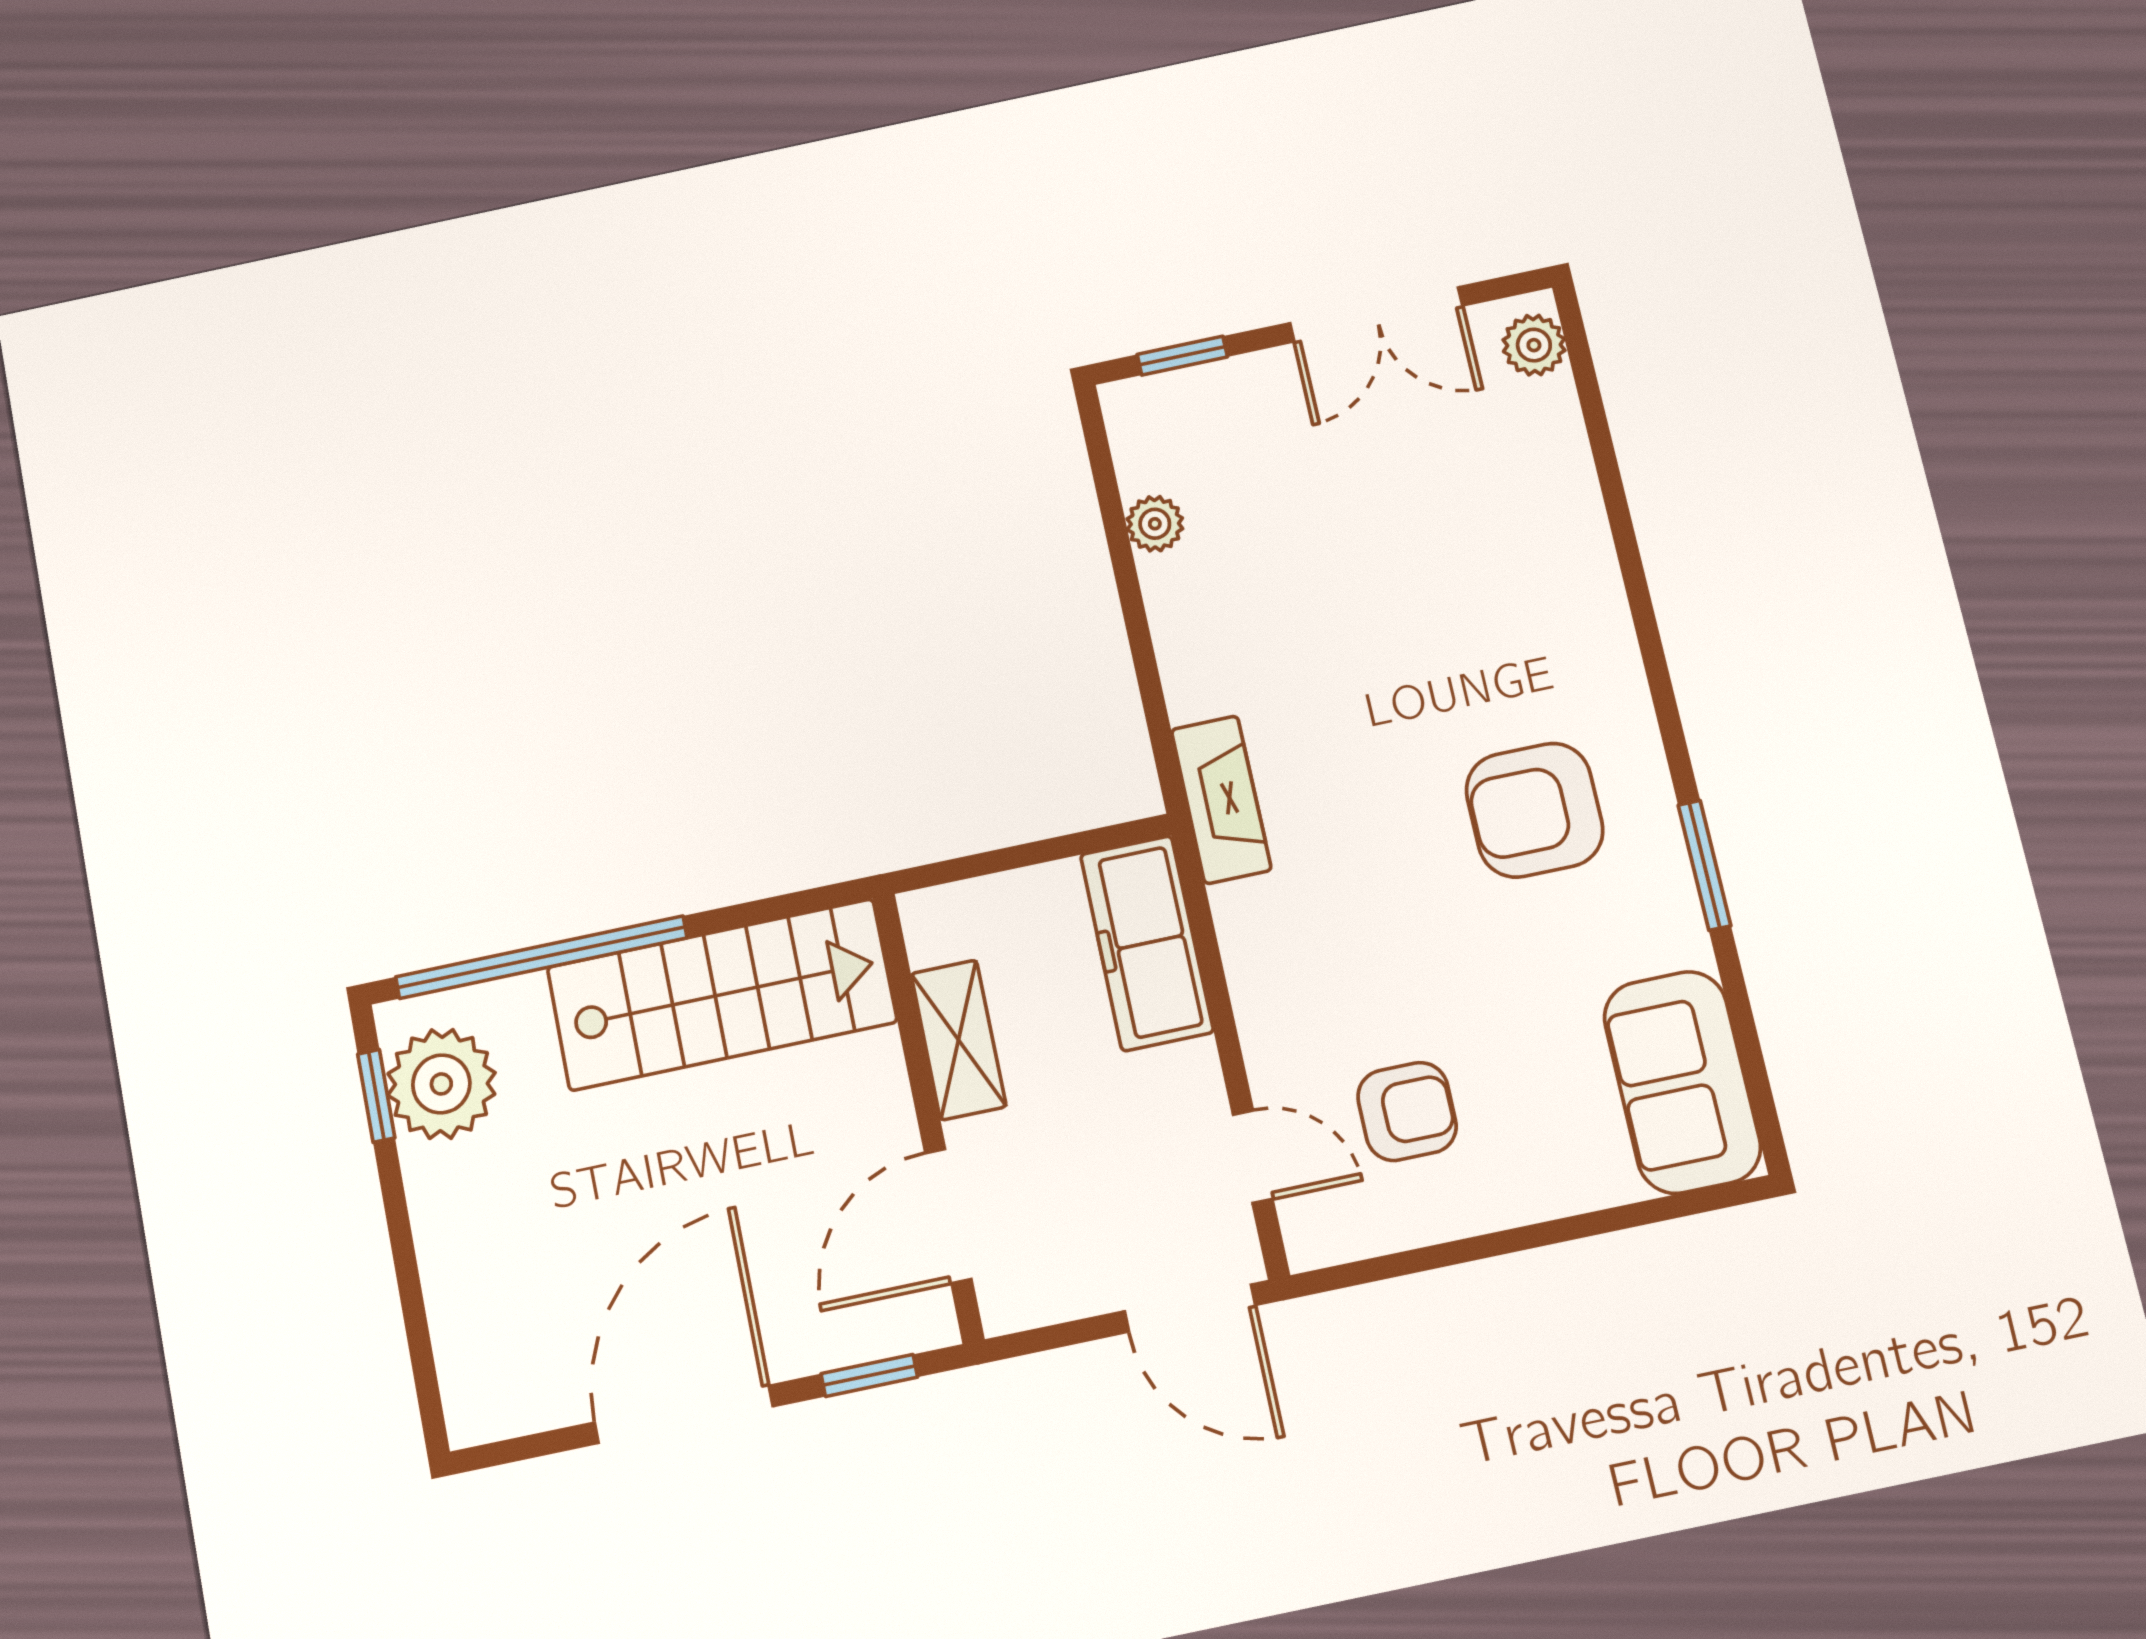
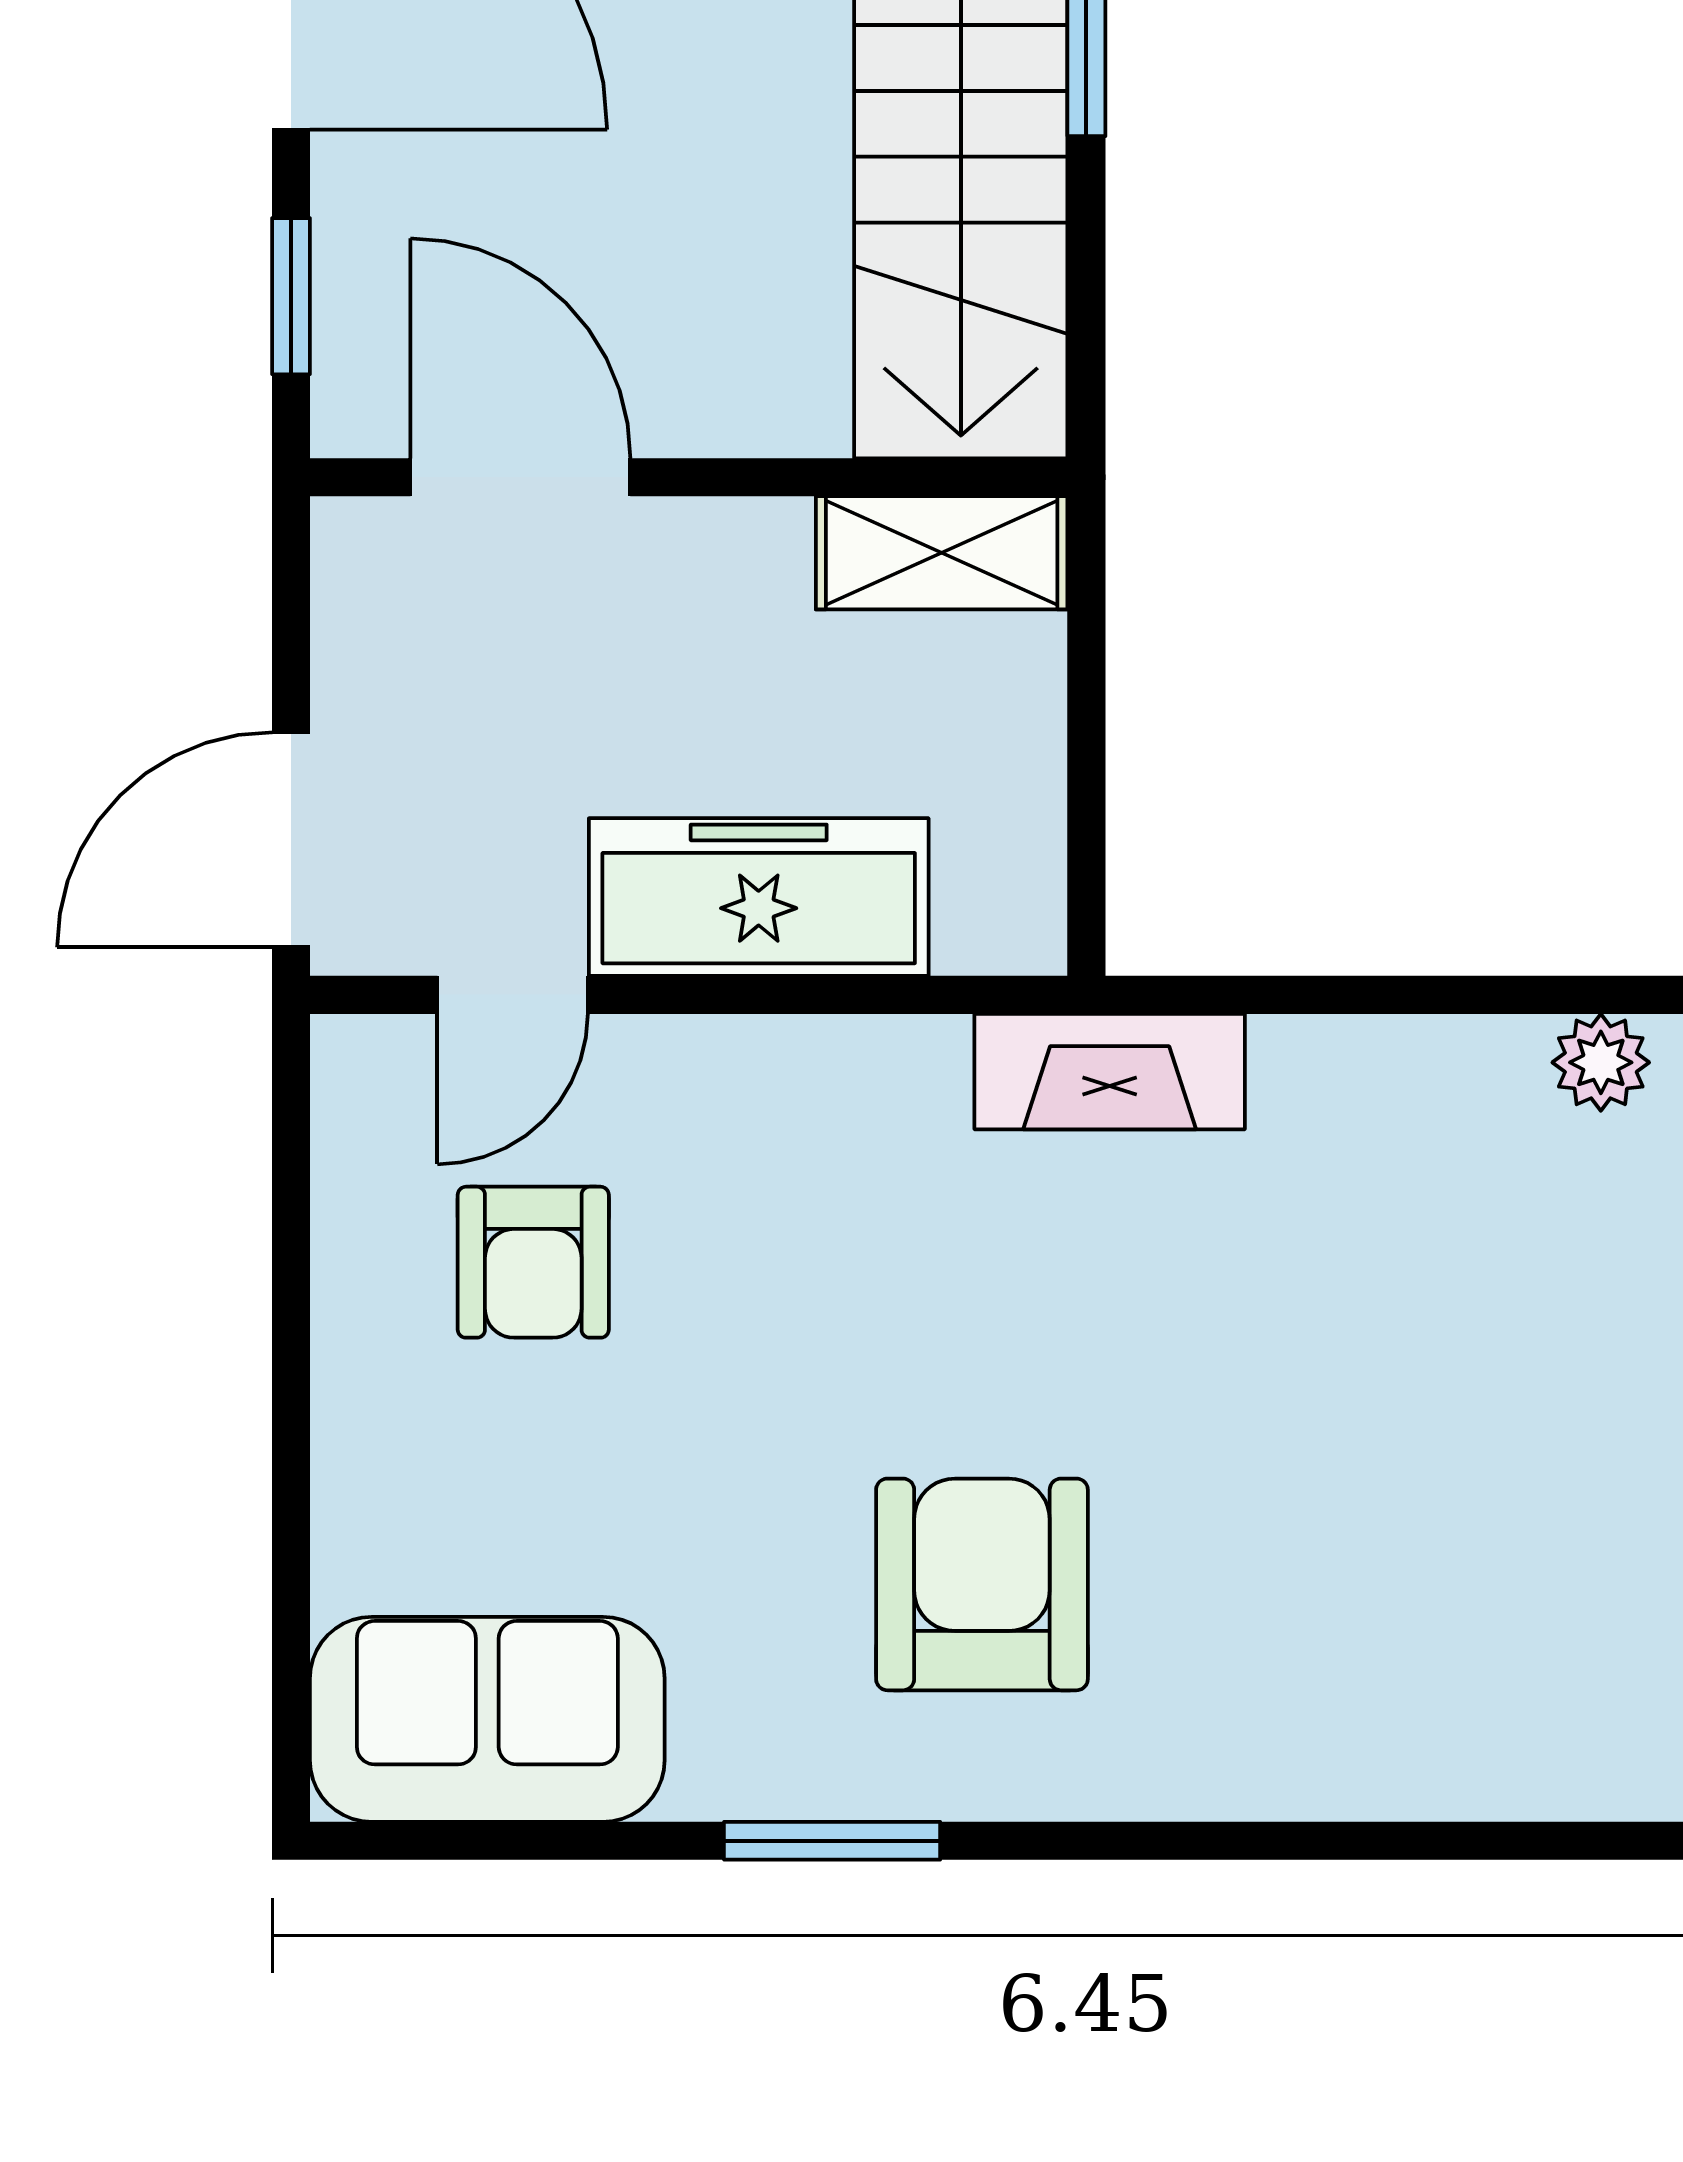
freezer: (1147, 943) -> (759, 897), moved
shelving: (958, 1040) -> (942, 553), moved

